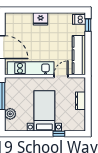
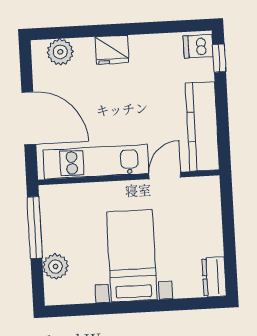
plant: (17, 19) -> (60, 52), added
dresser: (80, 101) -> (214, 277), moved
window: (59, 134) -> (167, 305), removed

